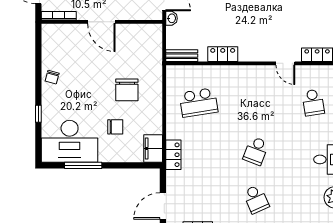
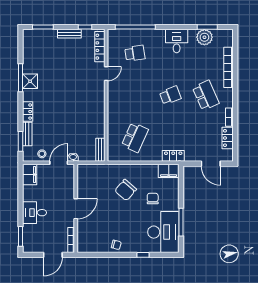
locker: (223, 54) -> (99, 120), removed
chair: (127, 90) -> (126, 190), turned 131
school desk: (199, 103) -> (135, 137), turned 33
school desk: (256, 151) -> (170, 95), turned -42
school desk: (256, 199) -> (206, 95), width x1.85

